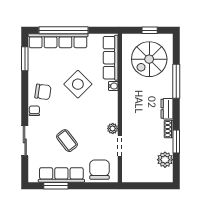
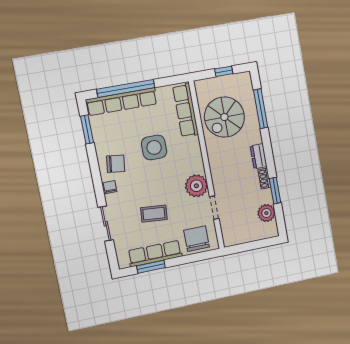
spiral stairs: (149, 59) -> (224, 117), moved
window: (176, 81) -> (261, 109), moved
side table: (78, 84) -> (154, 147), turned 45
water cooler: (113, 86) -> (195, 142), removed
plant: (113, 128) -> (196, 186), width x1.88, depth x1.88
coffee table: (67, 141) -> (154, 214), turned -47

